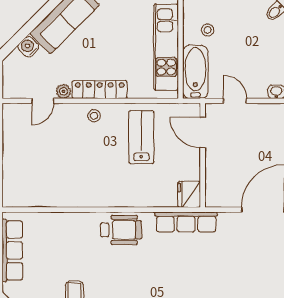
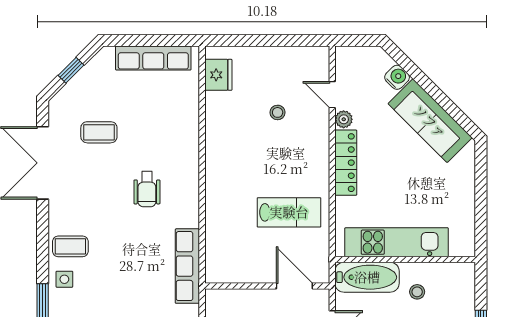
stool: (94, 116) -> (278, 112), moved
door: (203, 133) -> (294, 286), hinge flipped
fridge: (189, 194) -> (218, 75), moved, turned 90
wheelchair: (121, 230) -> (147, 189), moved, width x0.73, depth x0.73

